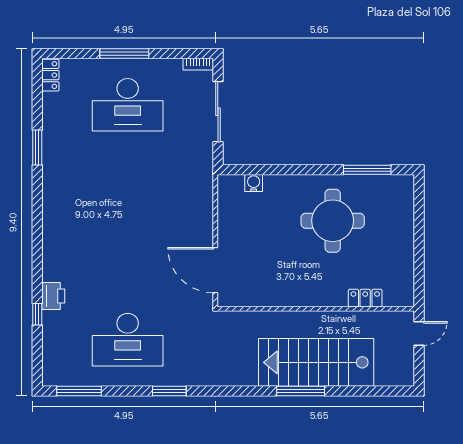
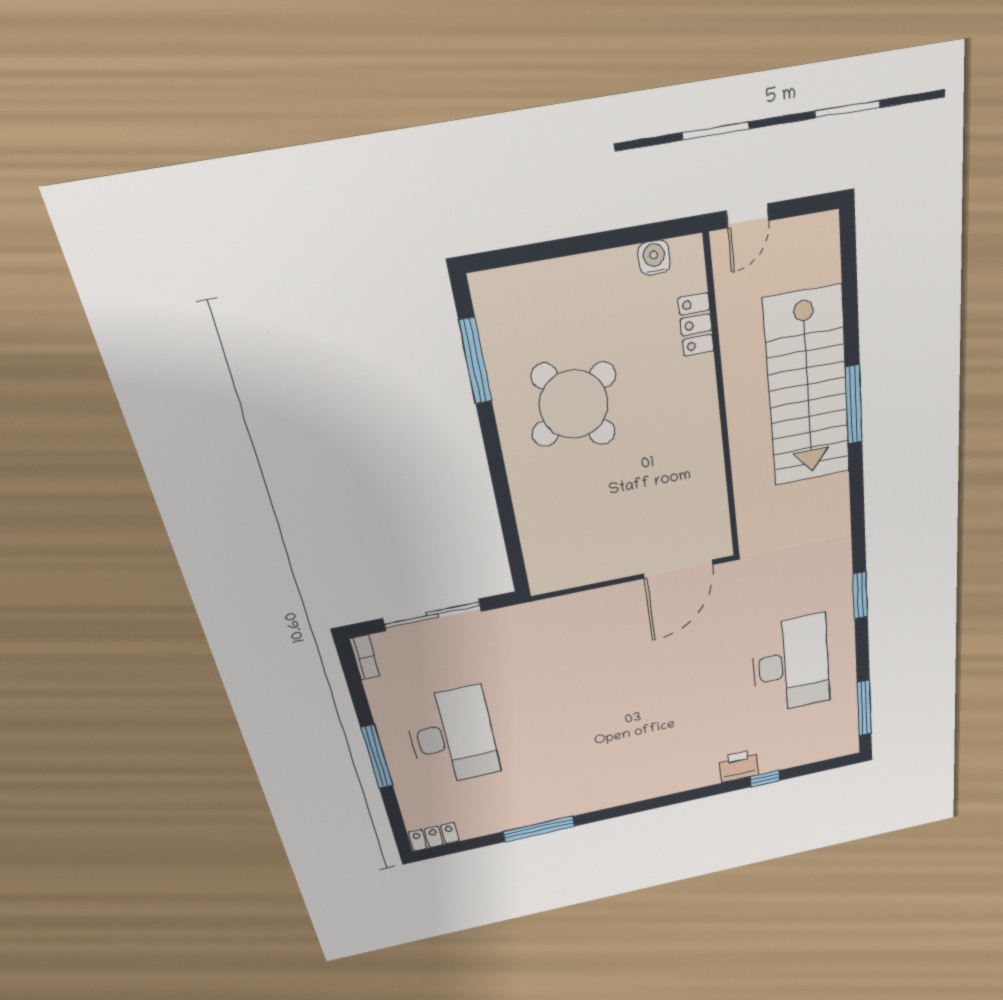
window: (37, 147) -> (539, 829), width x1.44
water cooler: (254, 183) -> (654, 258), moved, turned 90
round table: (333, 221) -> (574, 404), turned -36
door: (419, 333) -> (748, 216), swing flipped

